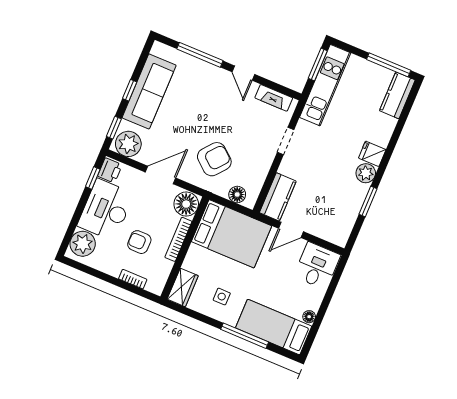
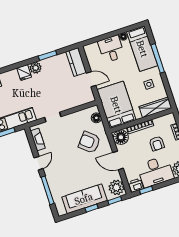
kitchen counter: (278, 197) -> (76, 62), moved, turned -90
desk: (317, 266) -> (111, 49), moved, turned 90
wardrobe: (183, 287) -> (155, 107), width x1.50

